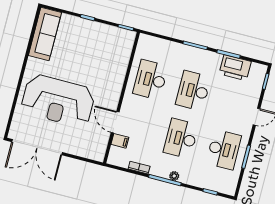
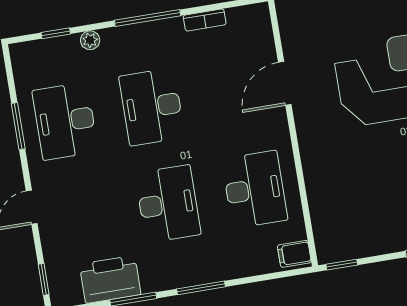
door: (115, 122) -> (285, 83), swing flipped
desk: (181, 139) -> (152, 107), turned 180
filing cabinet: (120, 141) -> (294, 254), moved
plant: (174, 176) -> (90, 40), moved

